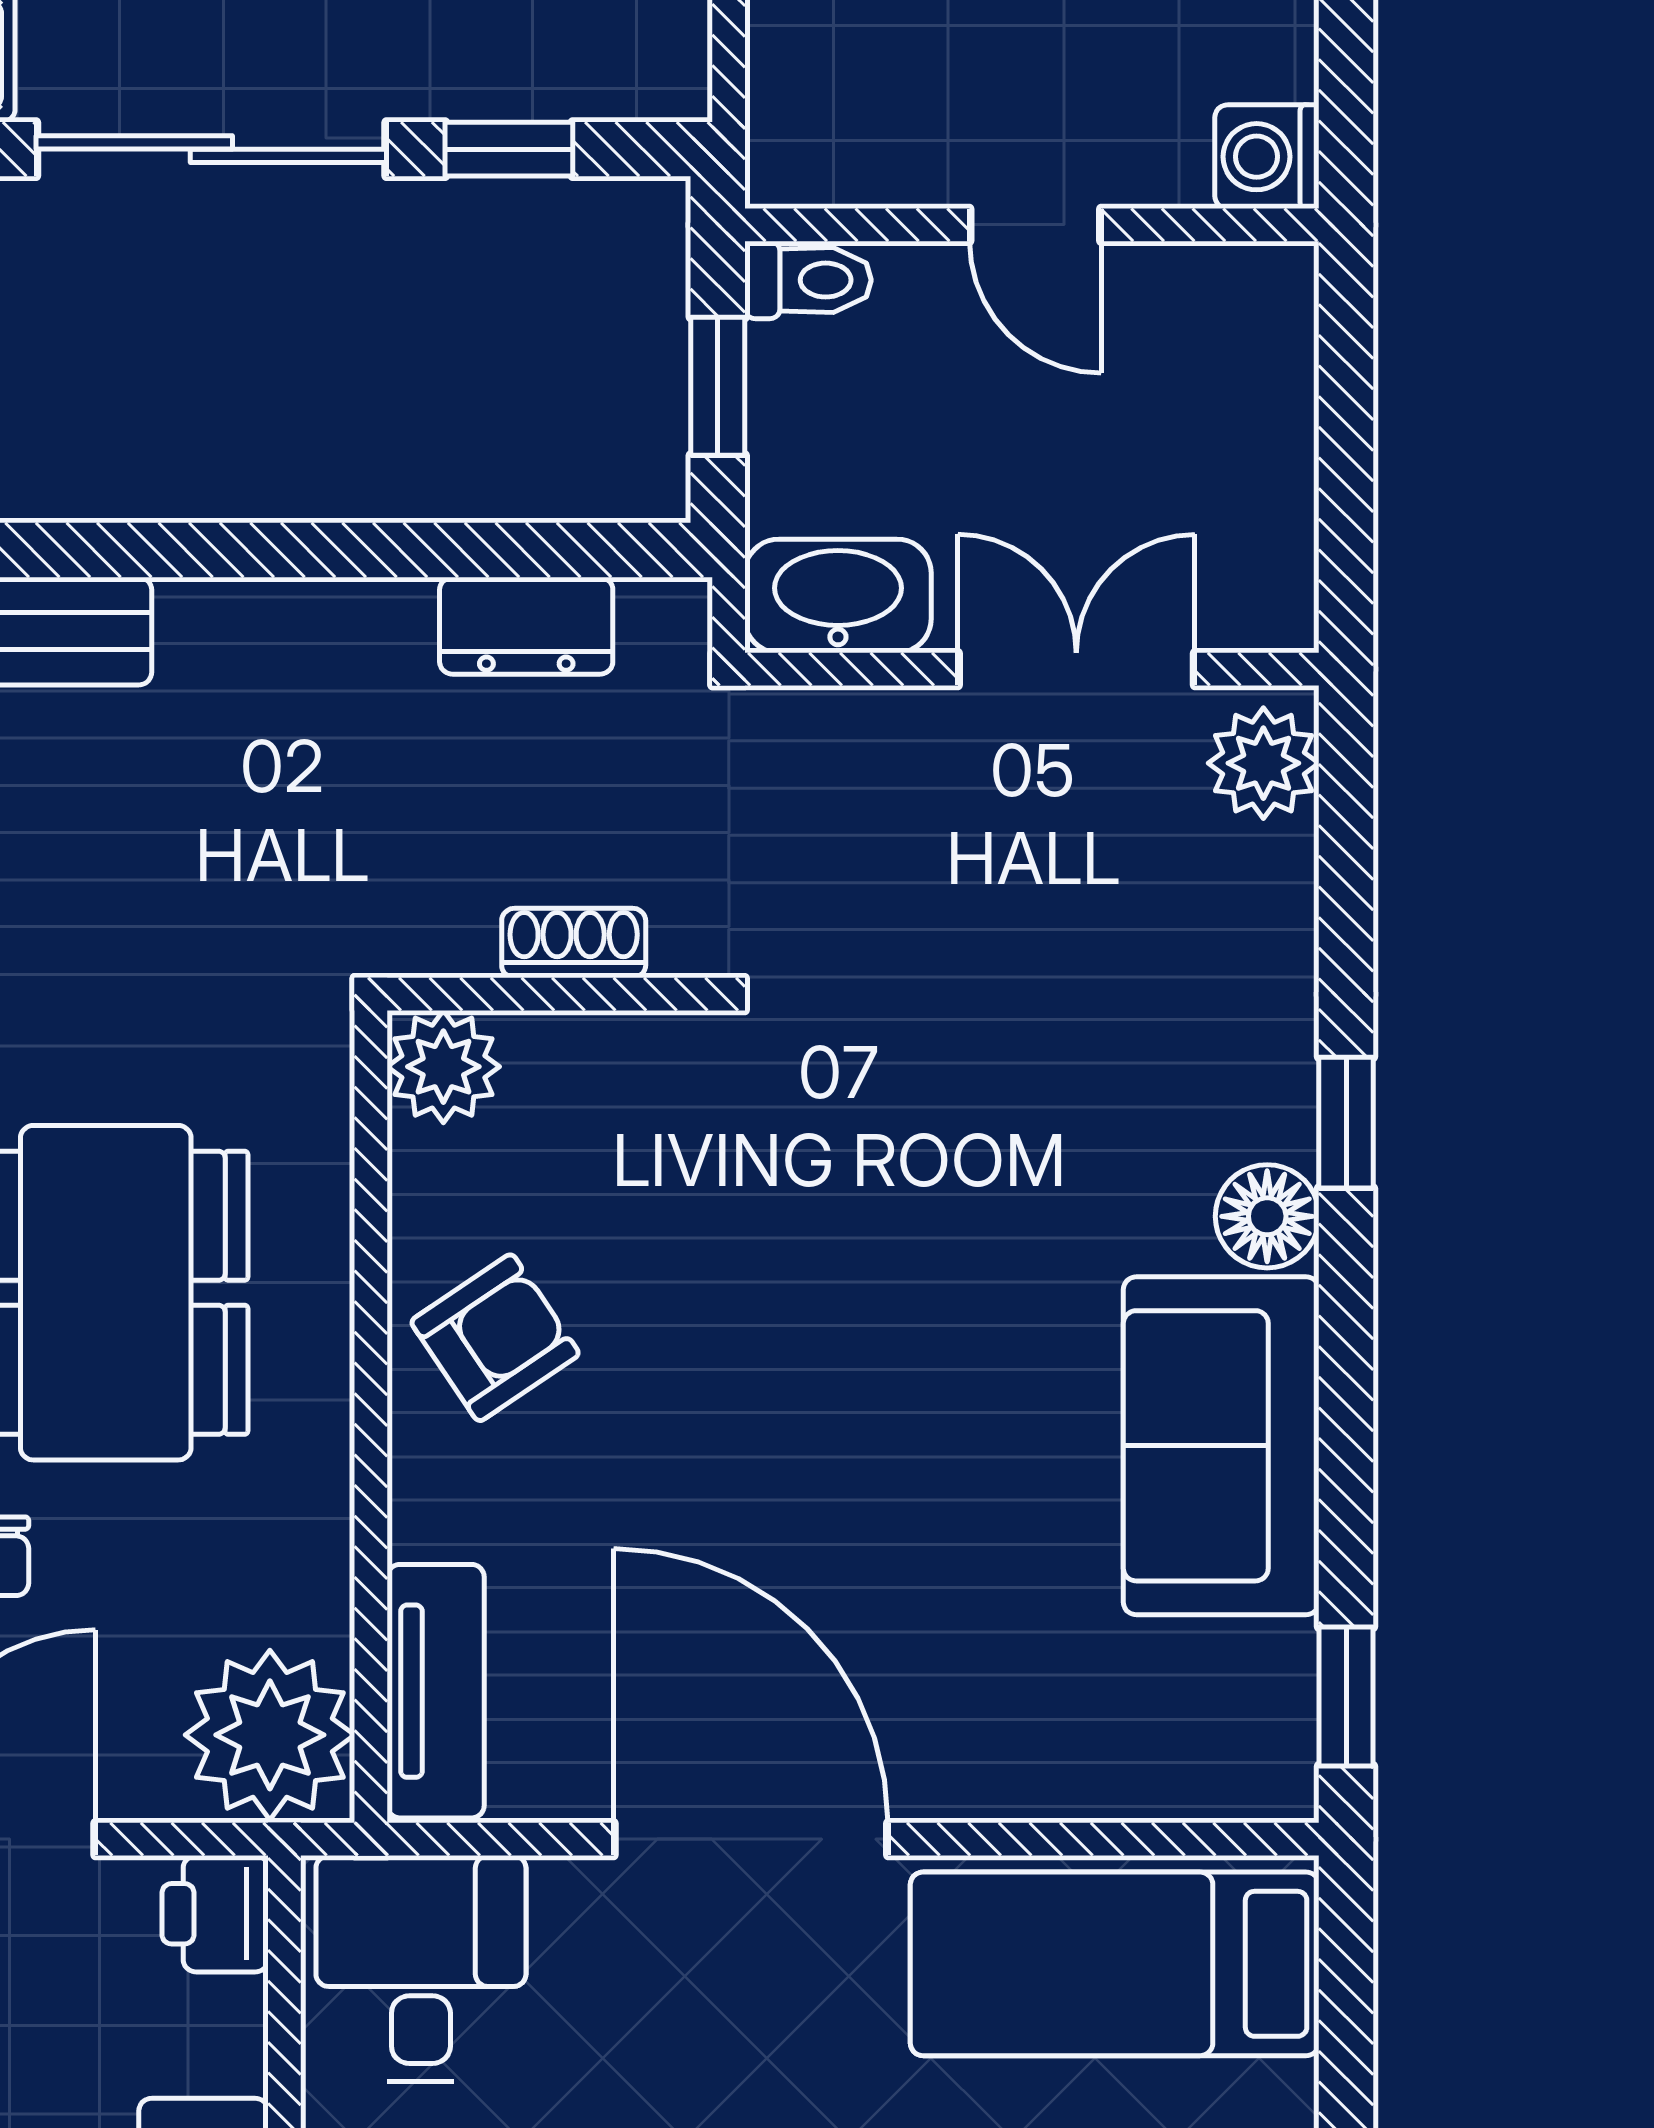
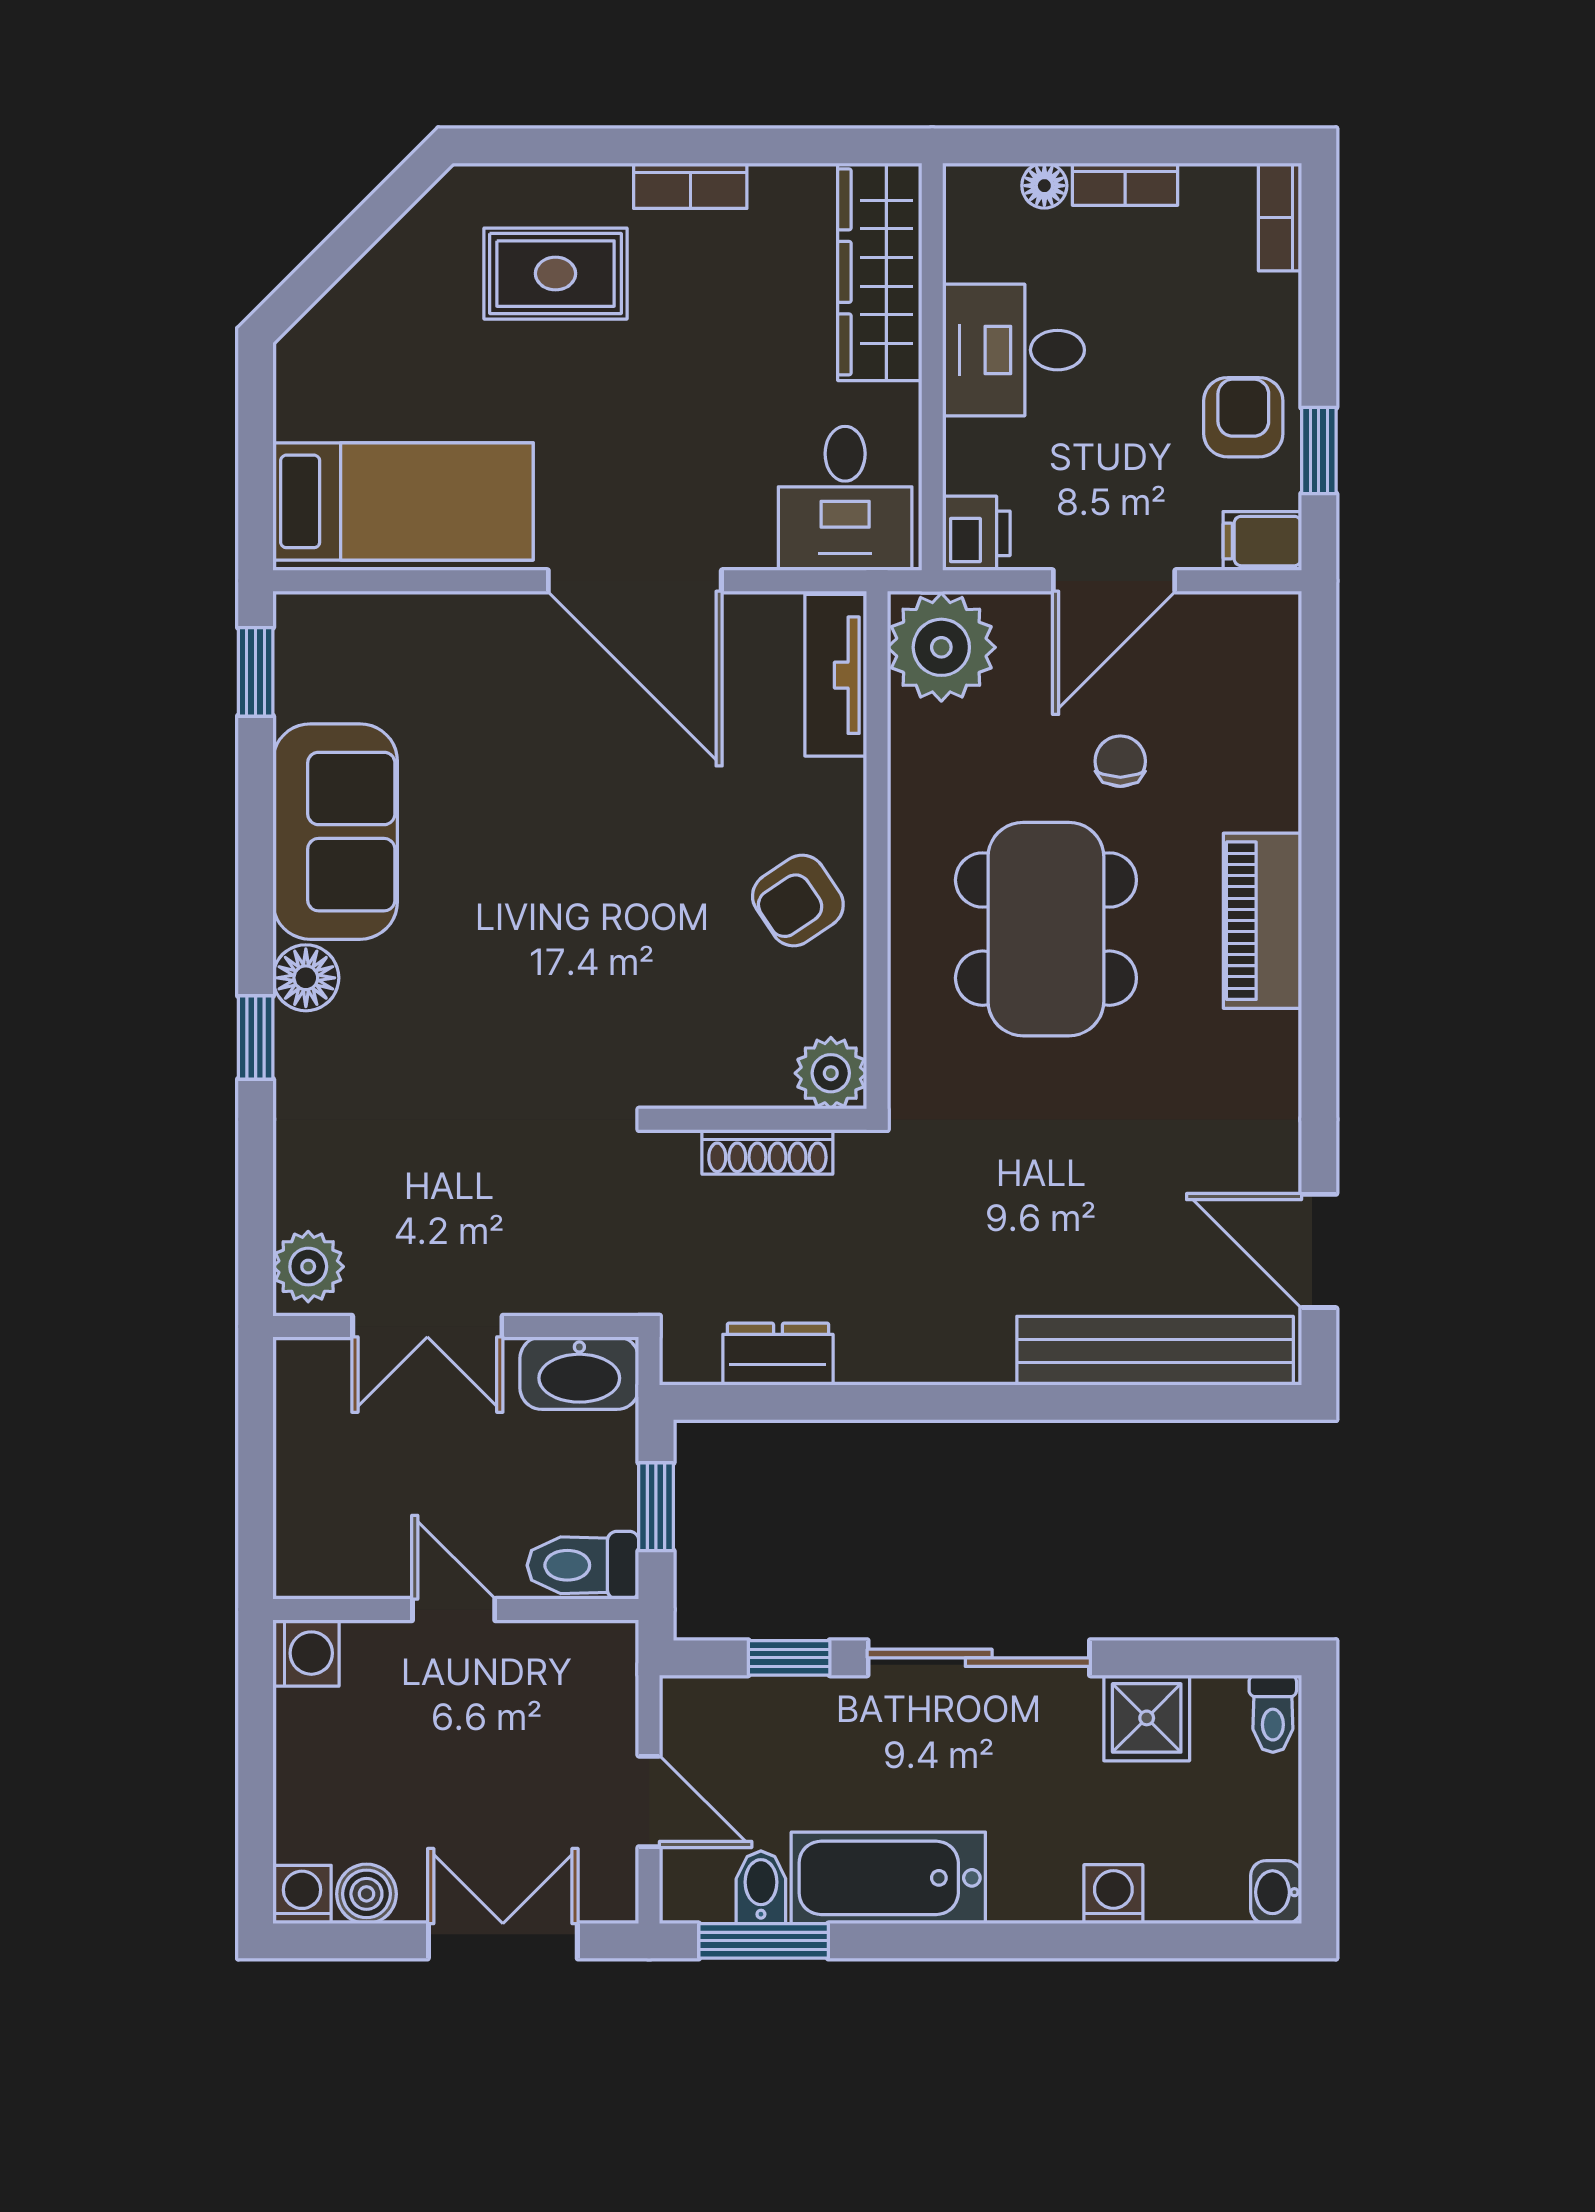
toilet: (808, 280) -> (583, 1565), width x1.37, depth x1.39
shoe rack: (574, 943) -> (767, 1152), width x1.43

